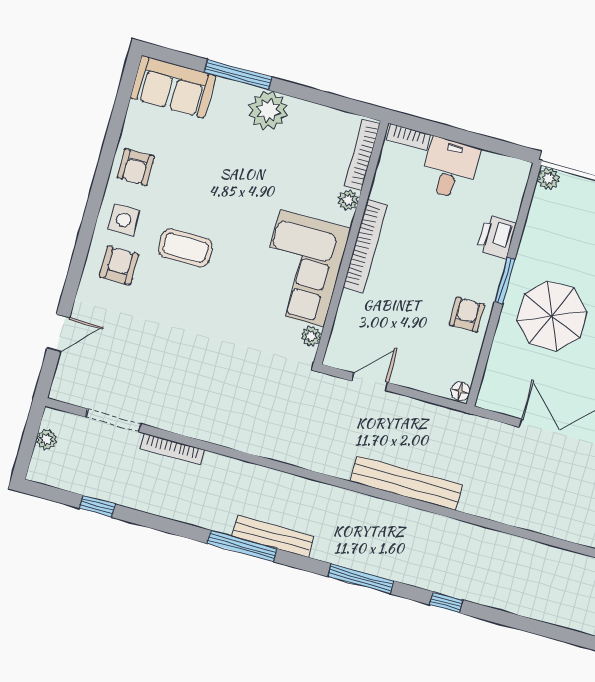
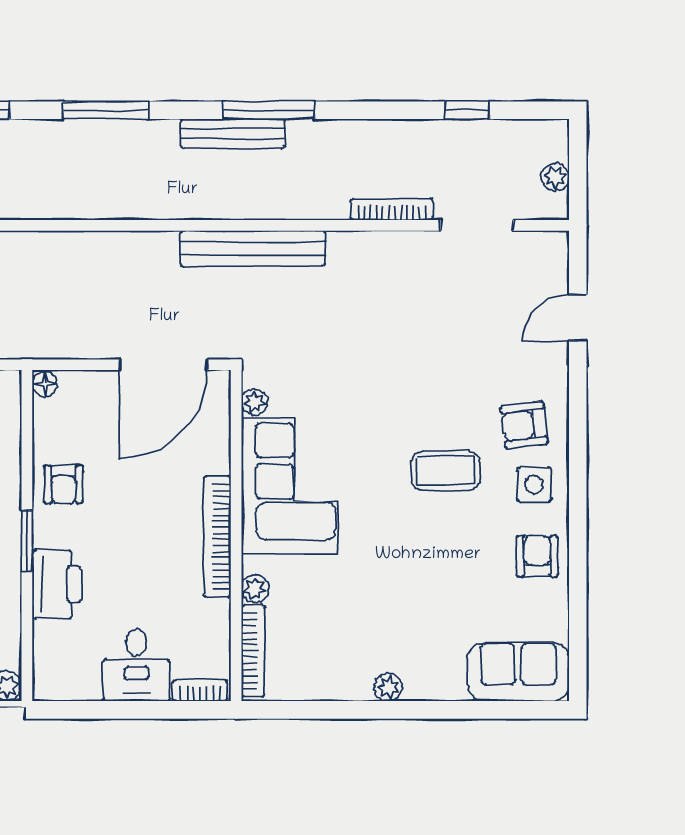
window: (238, 75) -> (439, 710), removed
plant: (268, 110) -> (388, 687), width x0.53, depth x0.53
printer: (496, 237) -> (57, 584), width x1.37, depth x1.19
armchair: (119, 265) -> (524, 425), turned 83
door: (370, 382) -> (164, 365), width x1.87
bench: (406, 483) -> (253, 249), moved

